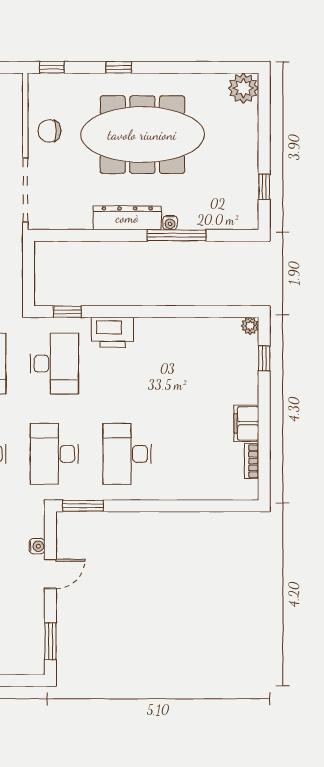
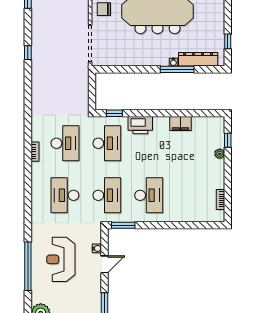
dresser: (127, 218) -> (198, 59), moved
plant: (250, 326) -> (220, 154), moved
filing cabinet: (246, 423) -> (180, 124), moved, turned -90
desk: (54, 454) -> (107, 195), turned 180
desk: (127, 454) -> (149, 195), turned 180

